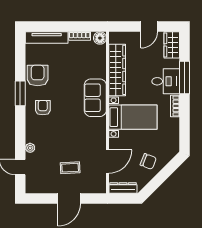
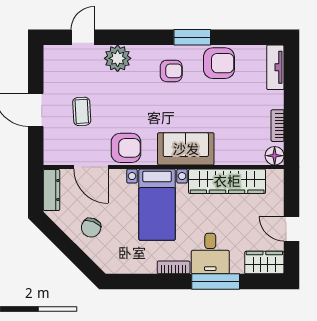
tv unit: (47, 37) -> (275, 67), width x0.71
armchair: (95, 138) -> (126, 148), added
plant: (30, 148) -> (118, 58), width x1.87, depth x1.87

